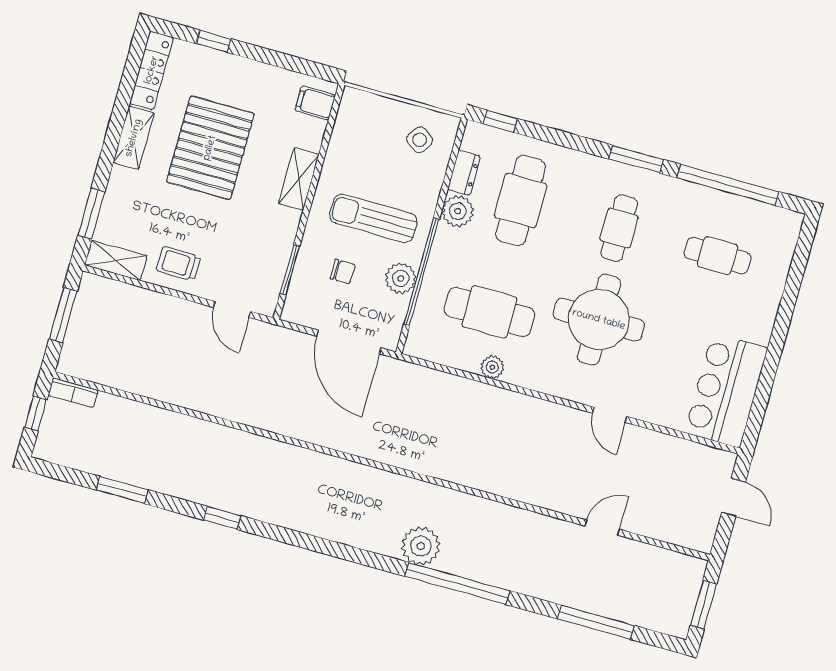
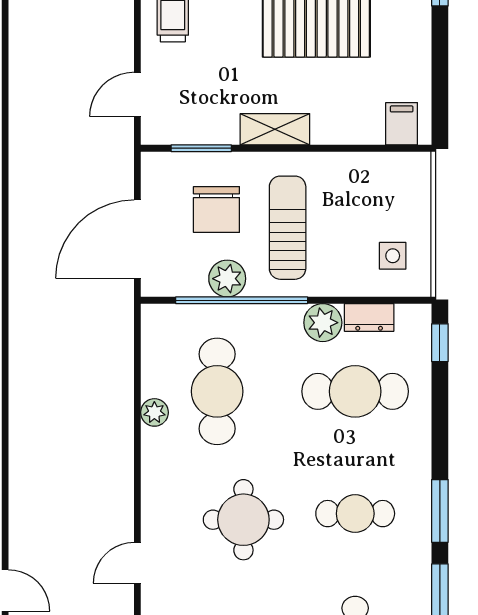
side table: (420, 140) -> (393, 256), turned -34
shelving: (299, 179) -> (275, 129), moved
chair: (343, 272) -> (216, 209), width x1.87, depth x1.87
round table: (599, 320) -> (243, 520), width x0.73, depth x0.73

